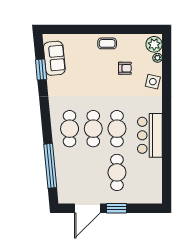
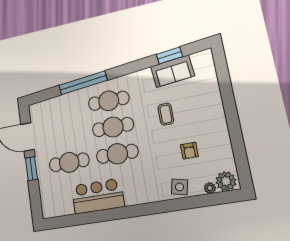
coffee table: (107, 43) -> (166, 114), moved
sofa: (54, 58) -> (172, 71), moved
bar counter: (150, 135) -> (98, 196), moved
window: (50, 166) -> (83, 83), moved

